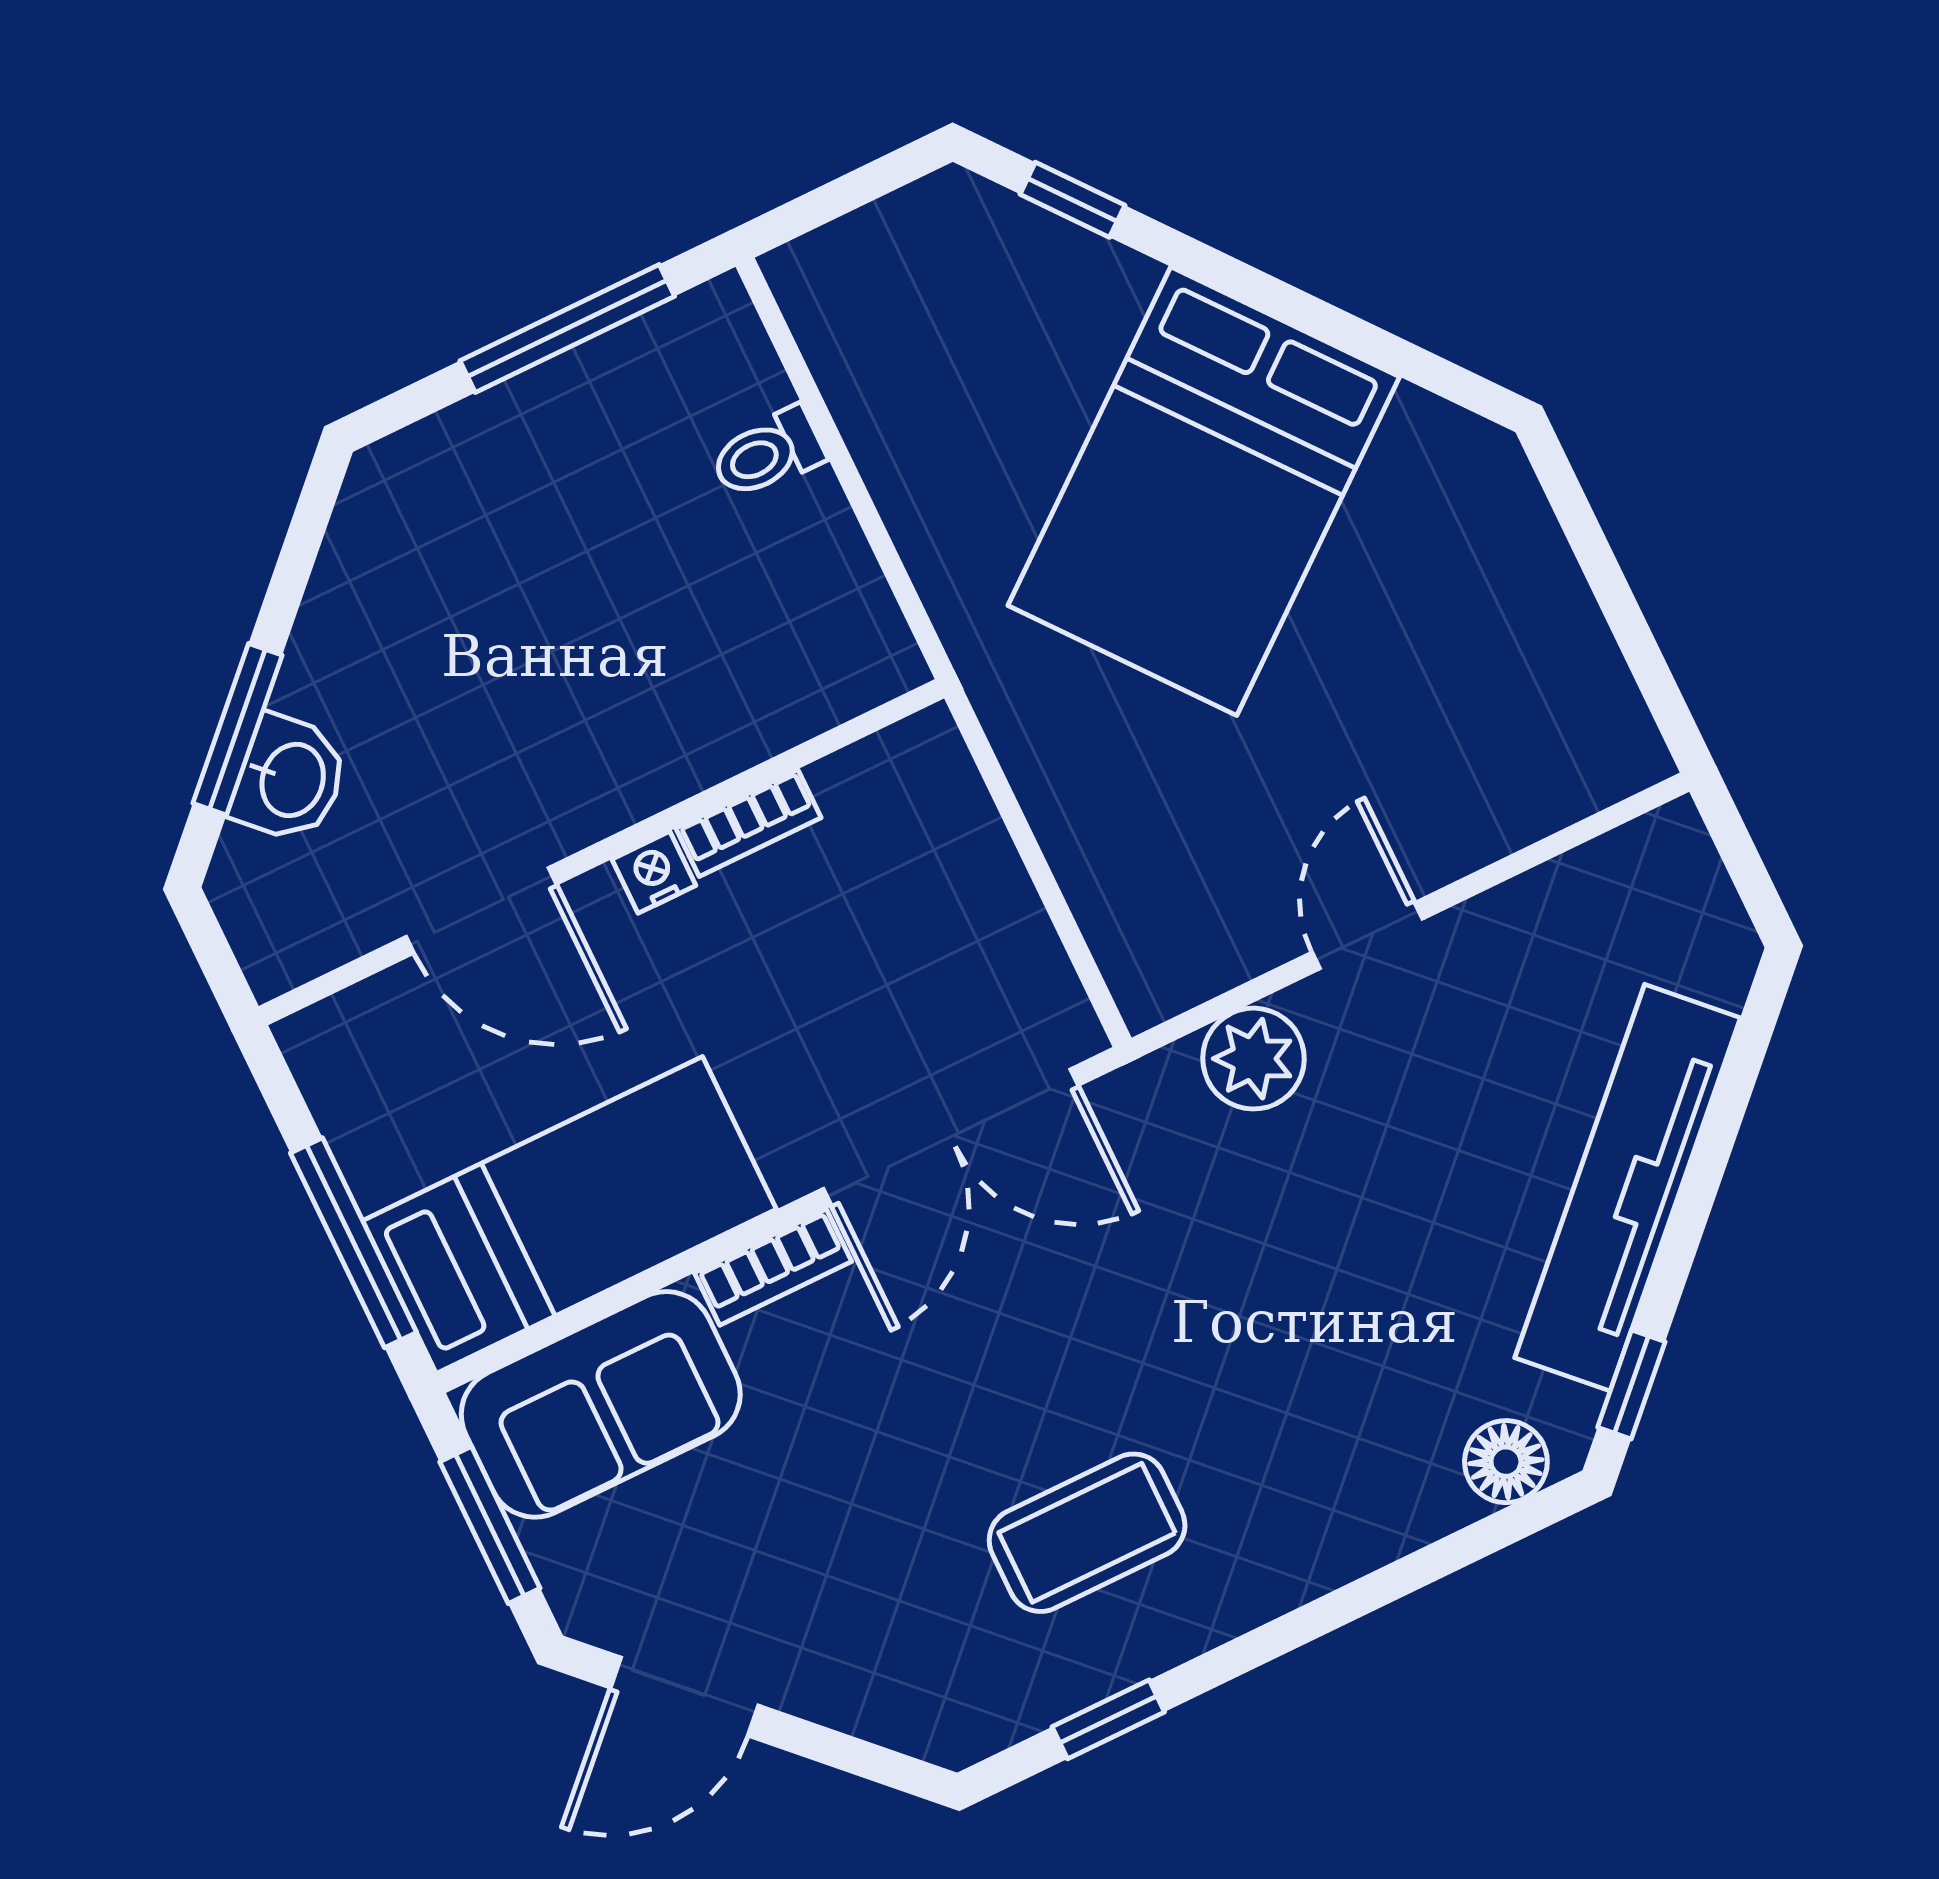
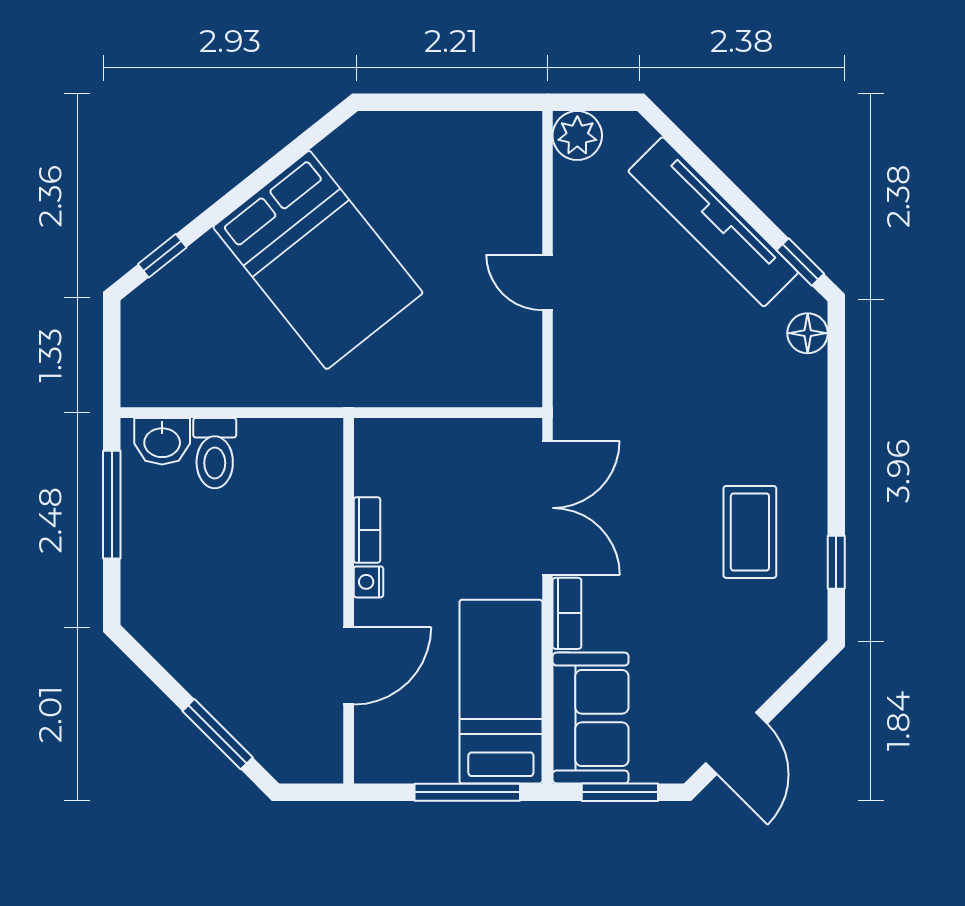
toilet: (768, 453) -> (215, 453), width x1.37, depth x1.39
washbasin: (290, 779) -> (162, 441), moved, turned 135
plant: (1254, 1059) -> (577, 135), moved

